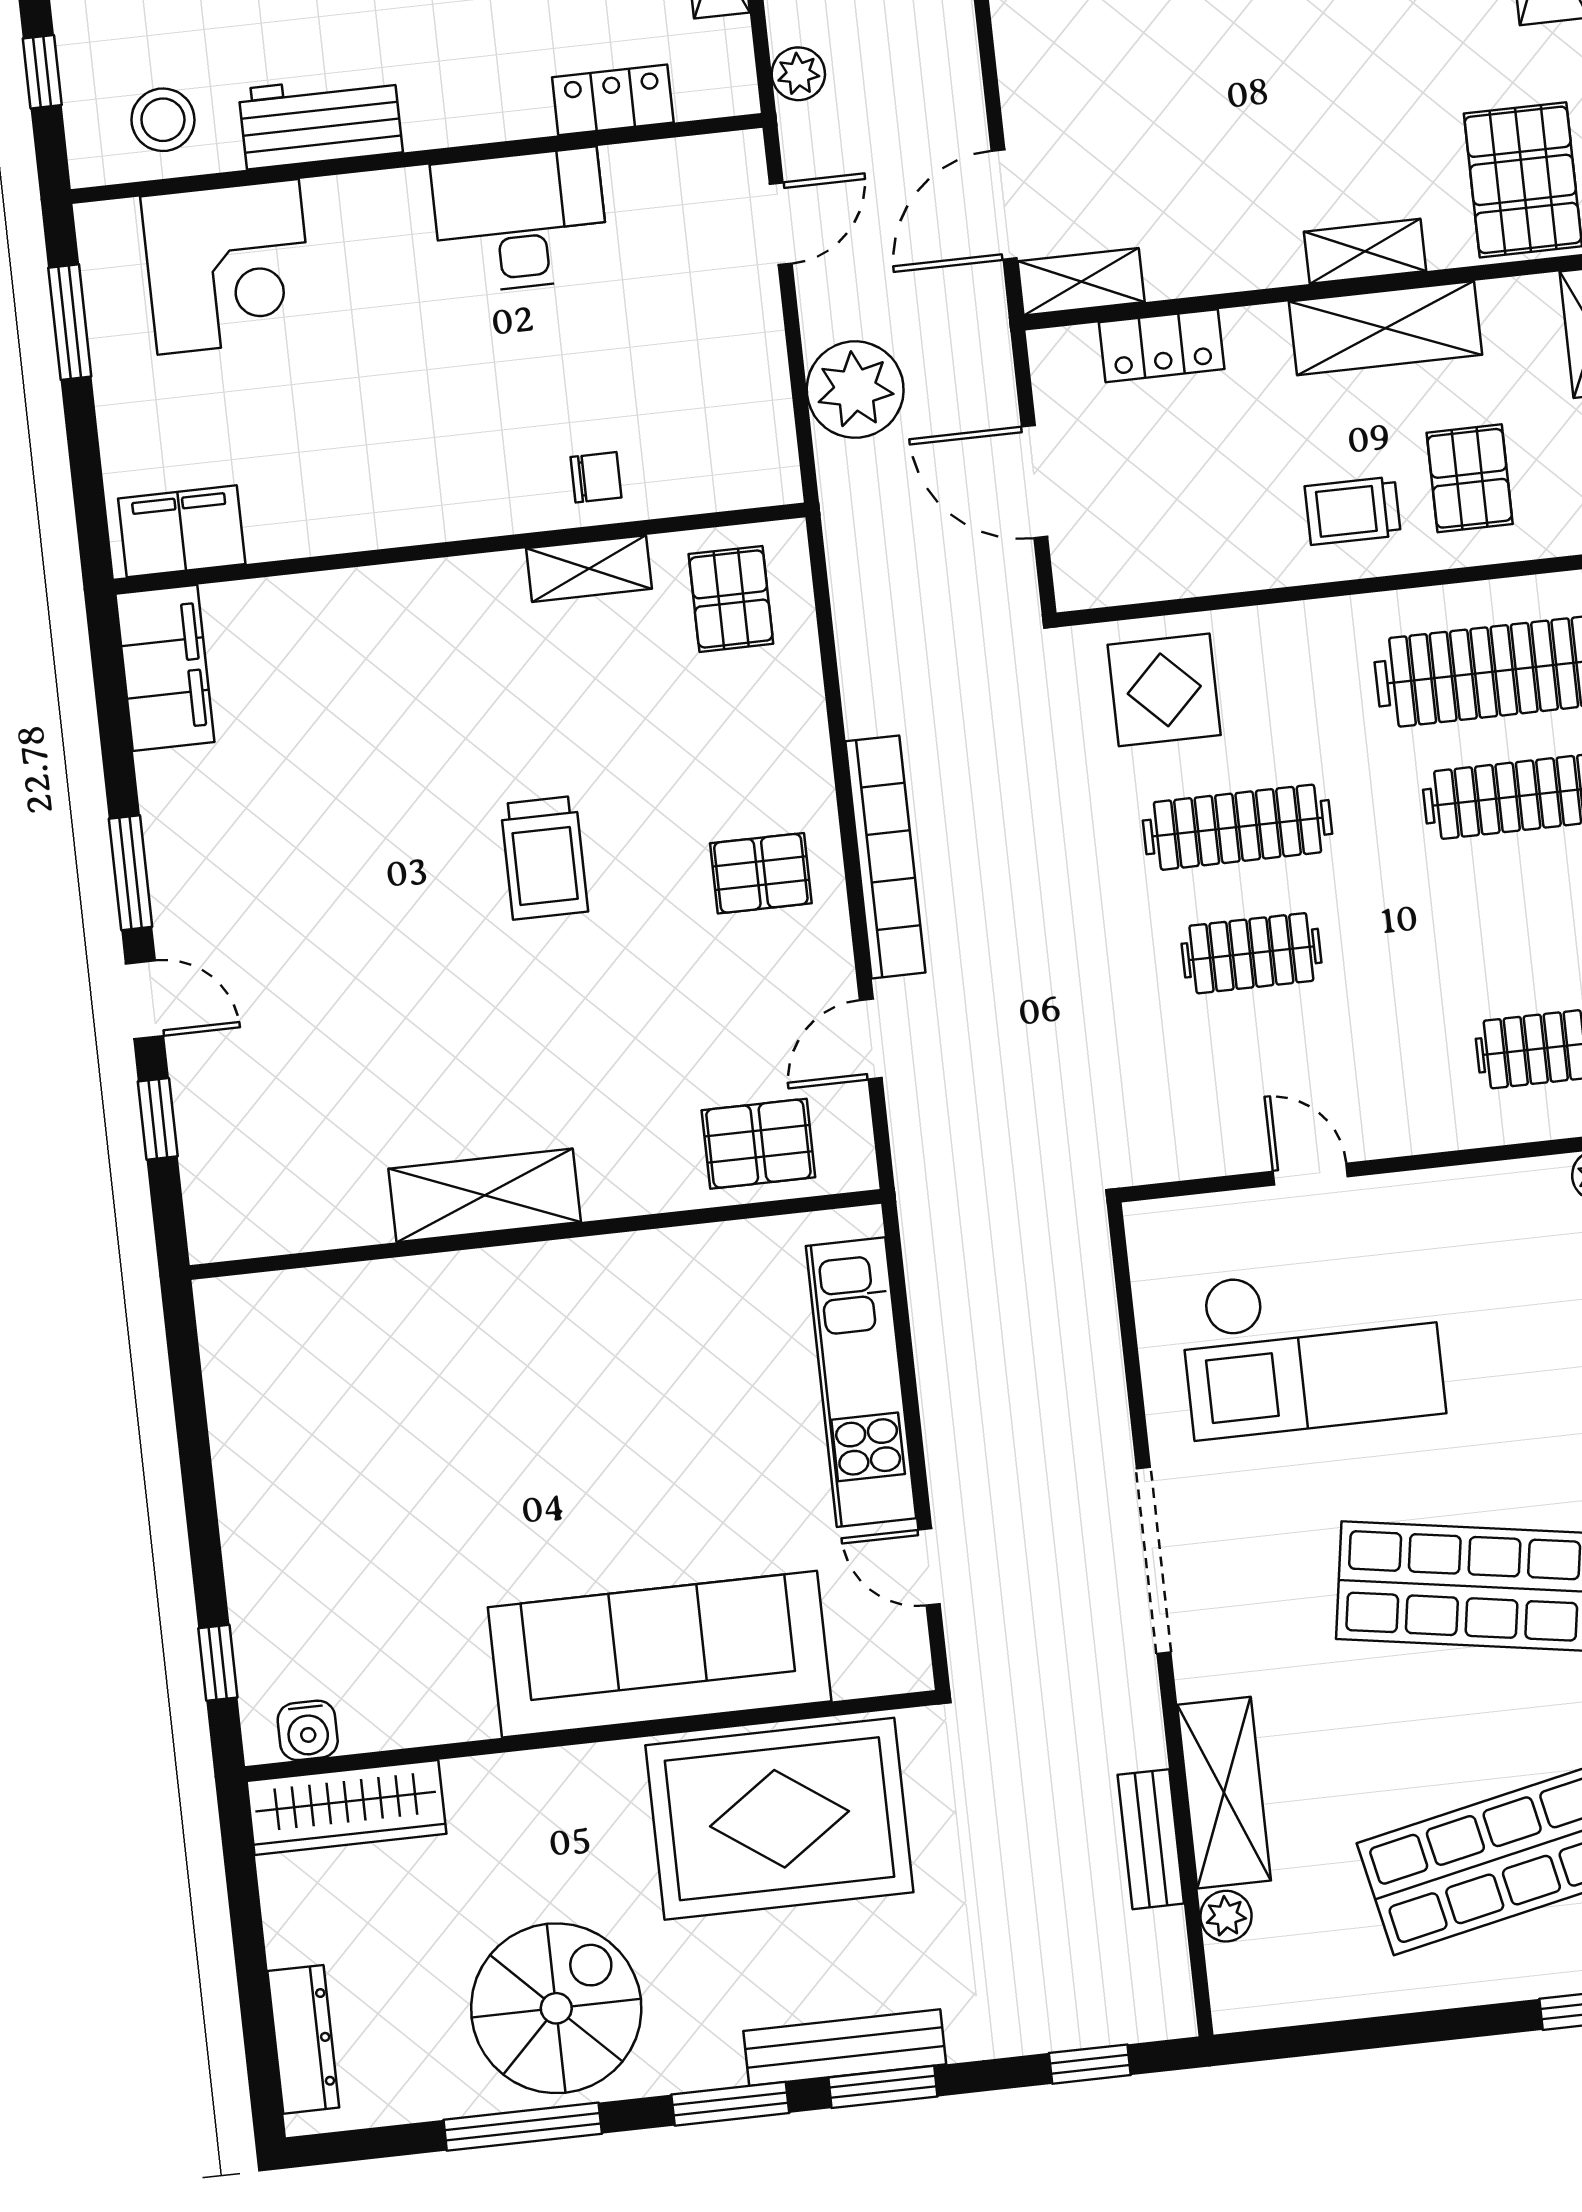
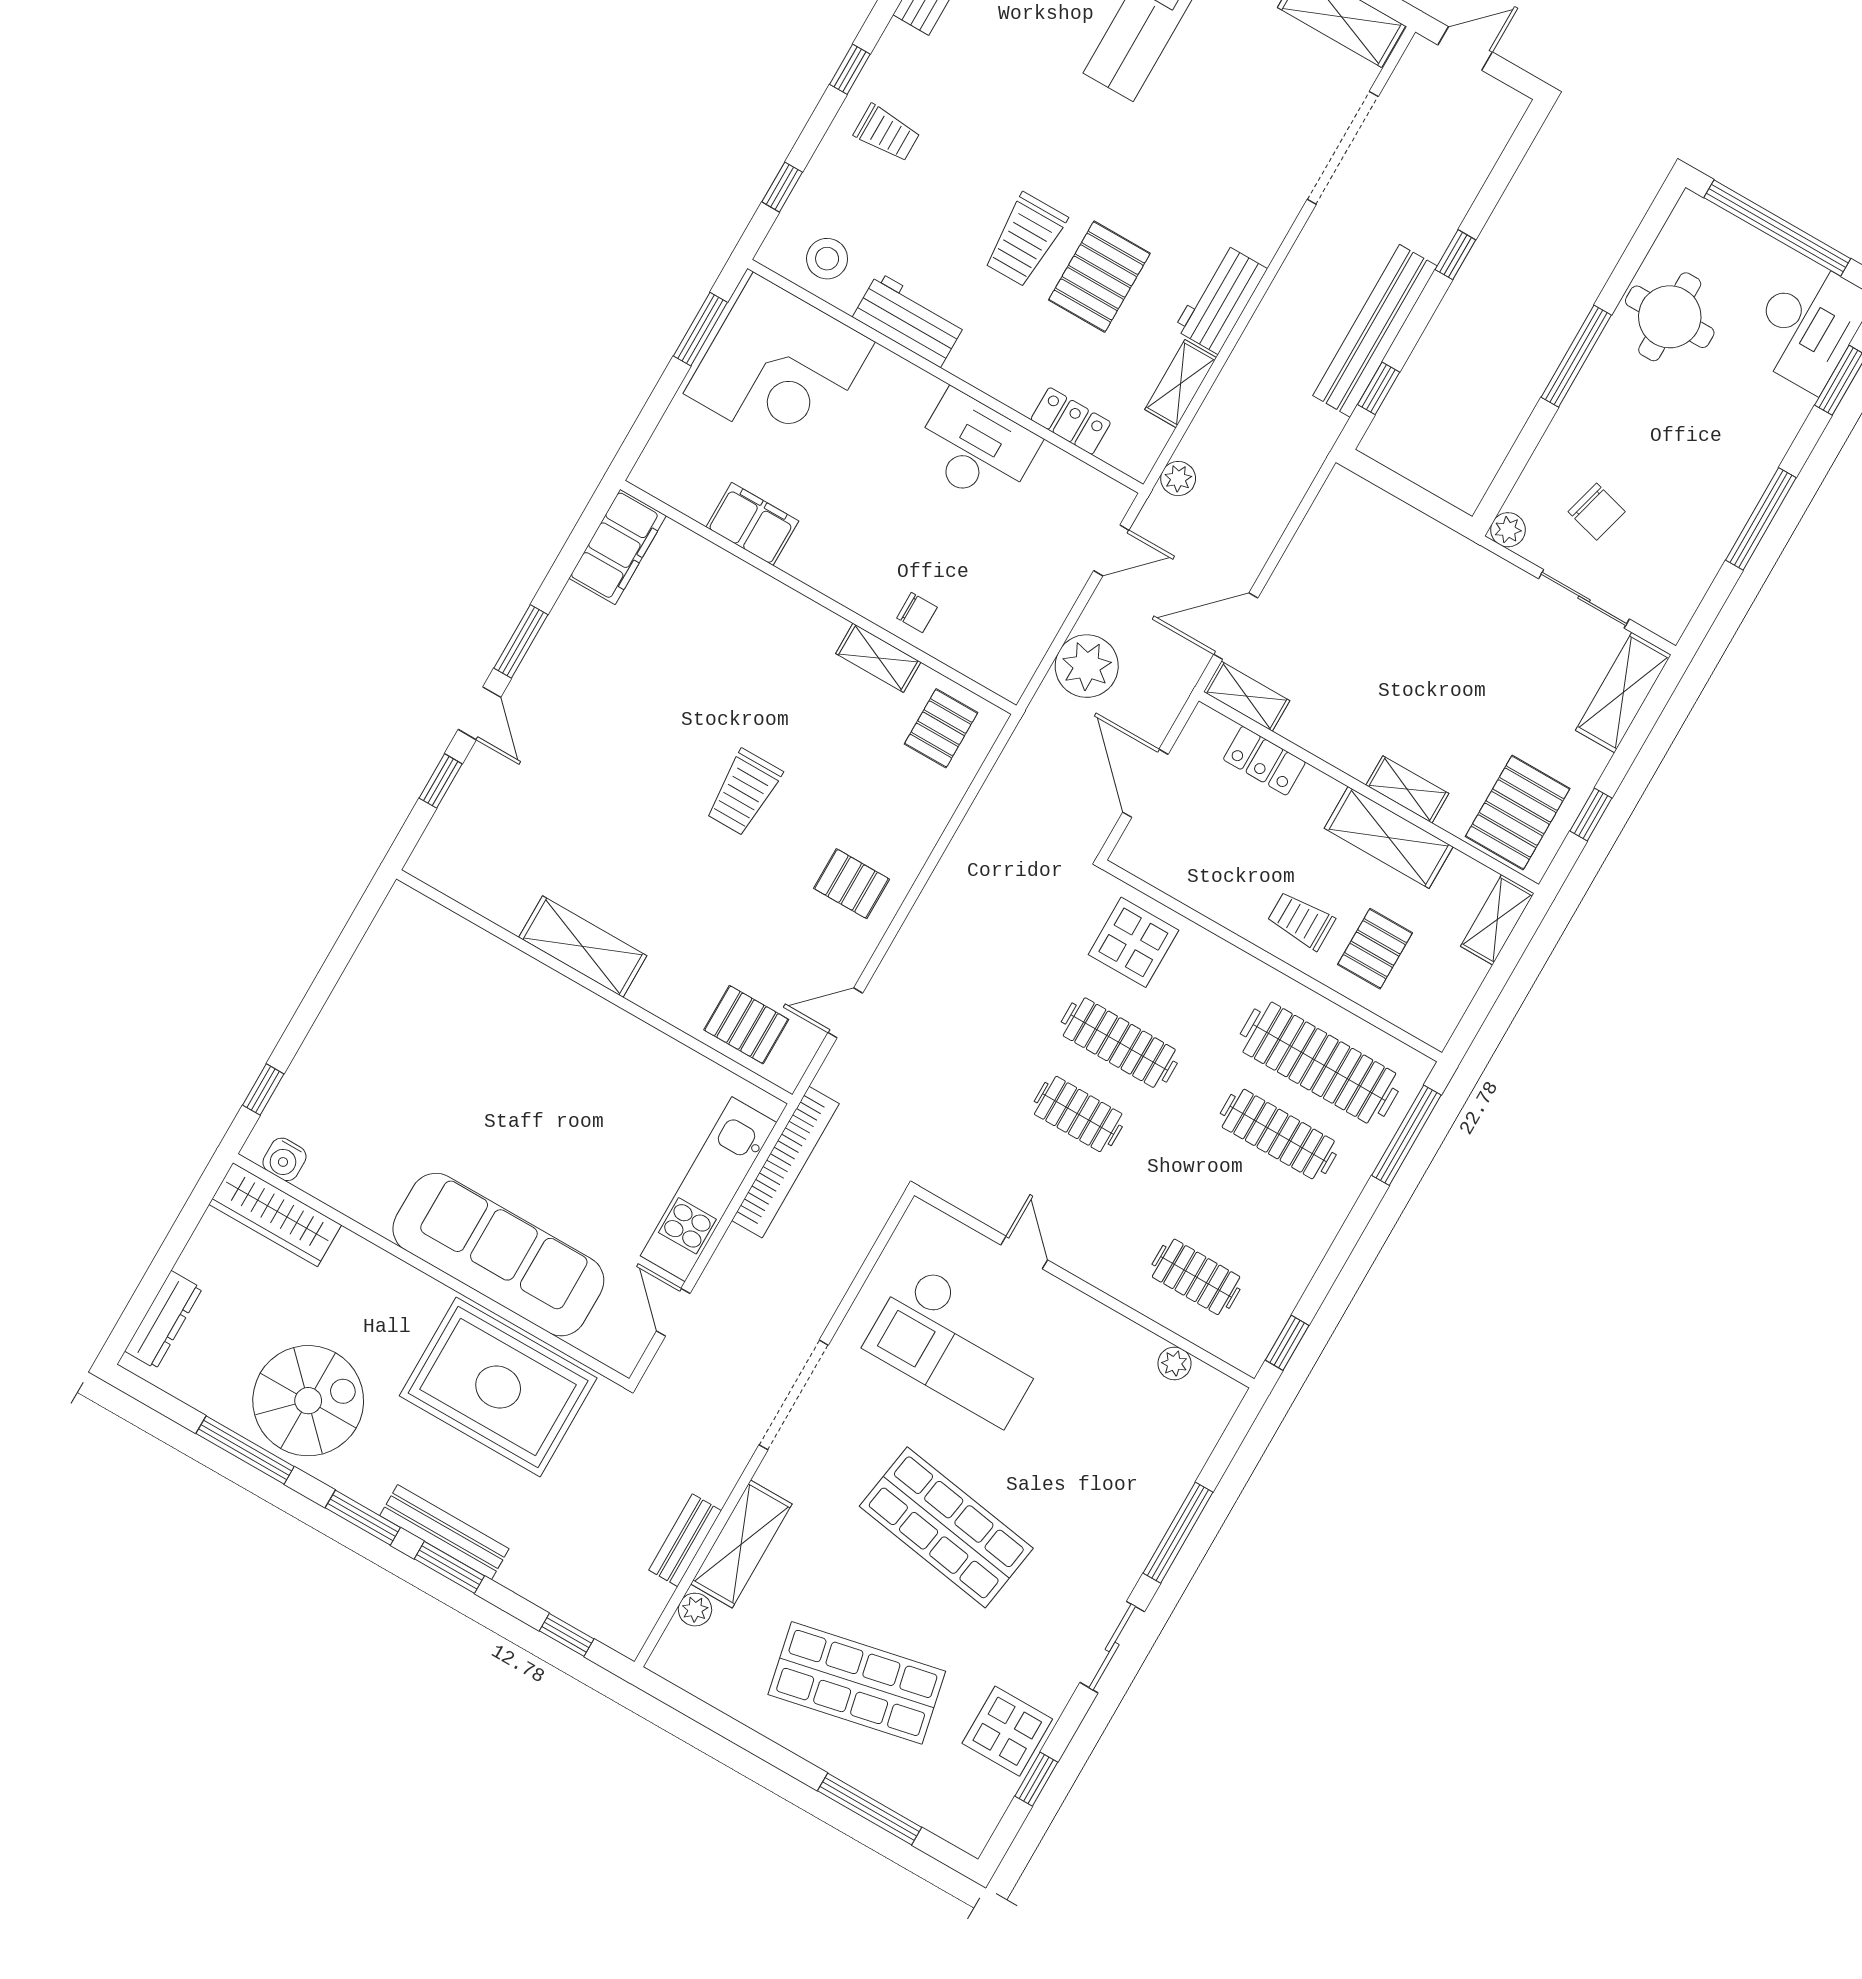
corner desk: (228, 267) -> (779, 368), width x1.36, depth x1.36
filing cabinet: (182, 531) -> (752, 524), moved
bookcase: (885, 857) -> (785, 1162), moved

